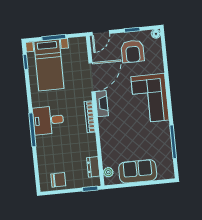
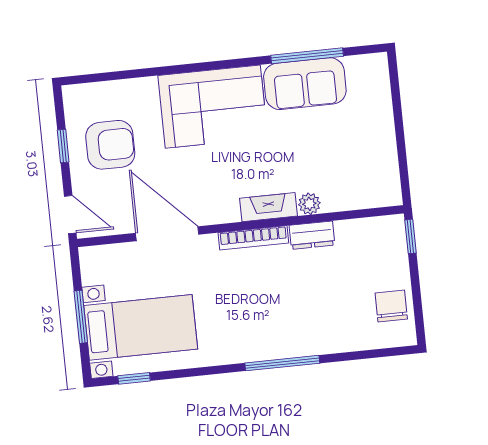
floor lamp: (156, 34) -> (72, 94), removed
fireplace: (102, 104) -> (269, 207), moved
desk: (48, 120) -> (261, 329), removed
dresser: (93, 167) -> (312, 235), moved
sofa: (138, 171) -> (305, 84), moved, turned -90
plant: (108, 172) -> (309, 204), moved

